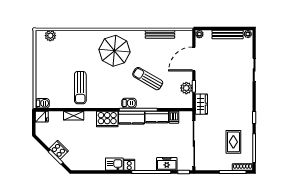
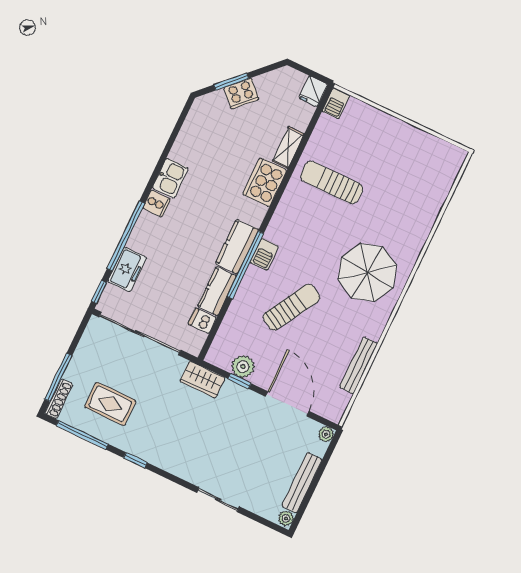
plant: (50, 36) -> (447, 173), removed
cooker: (107, 119) -> (265, 182), moved

